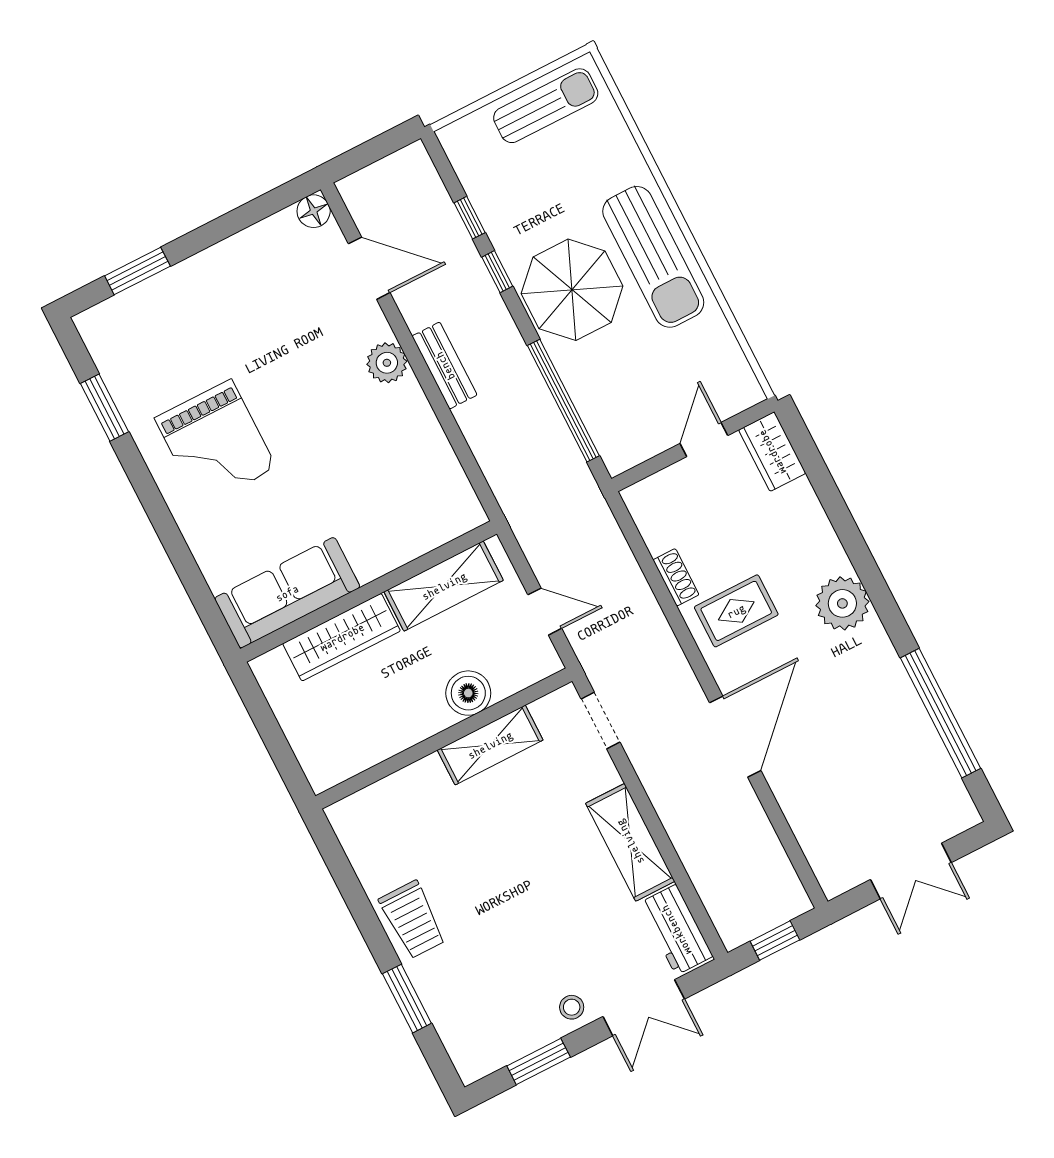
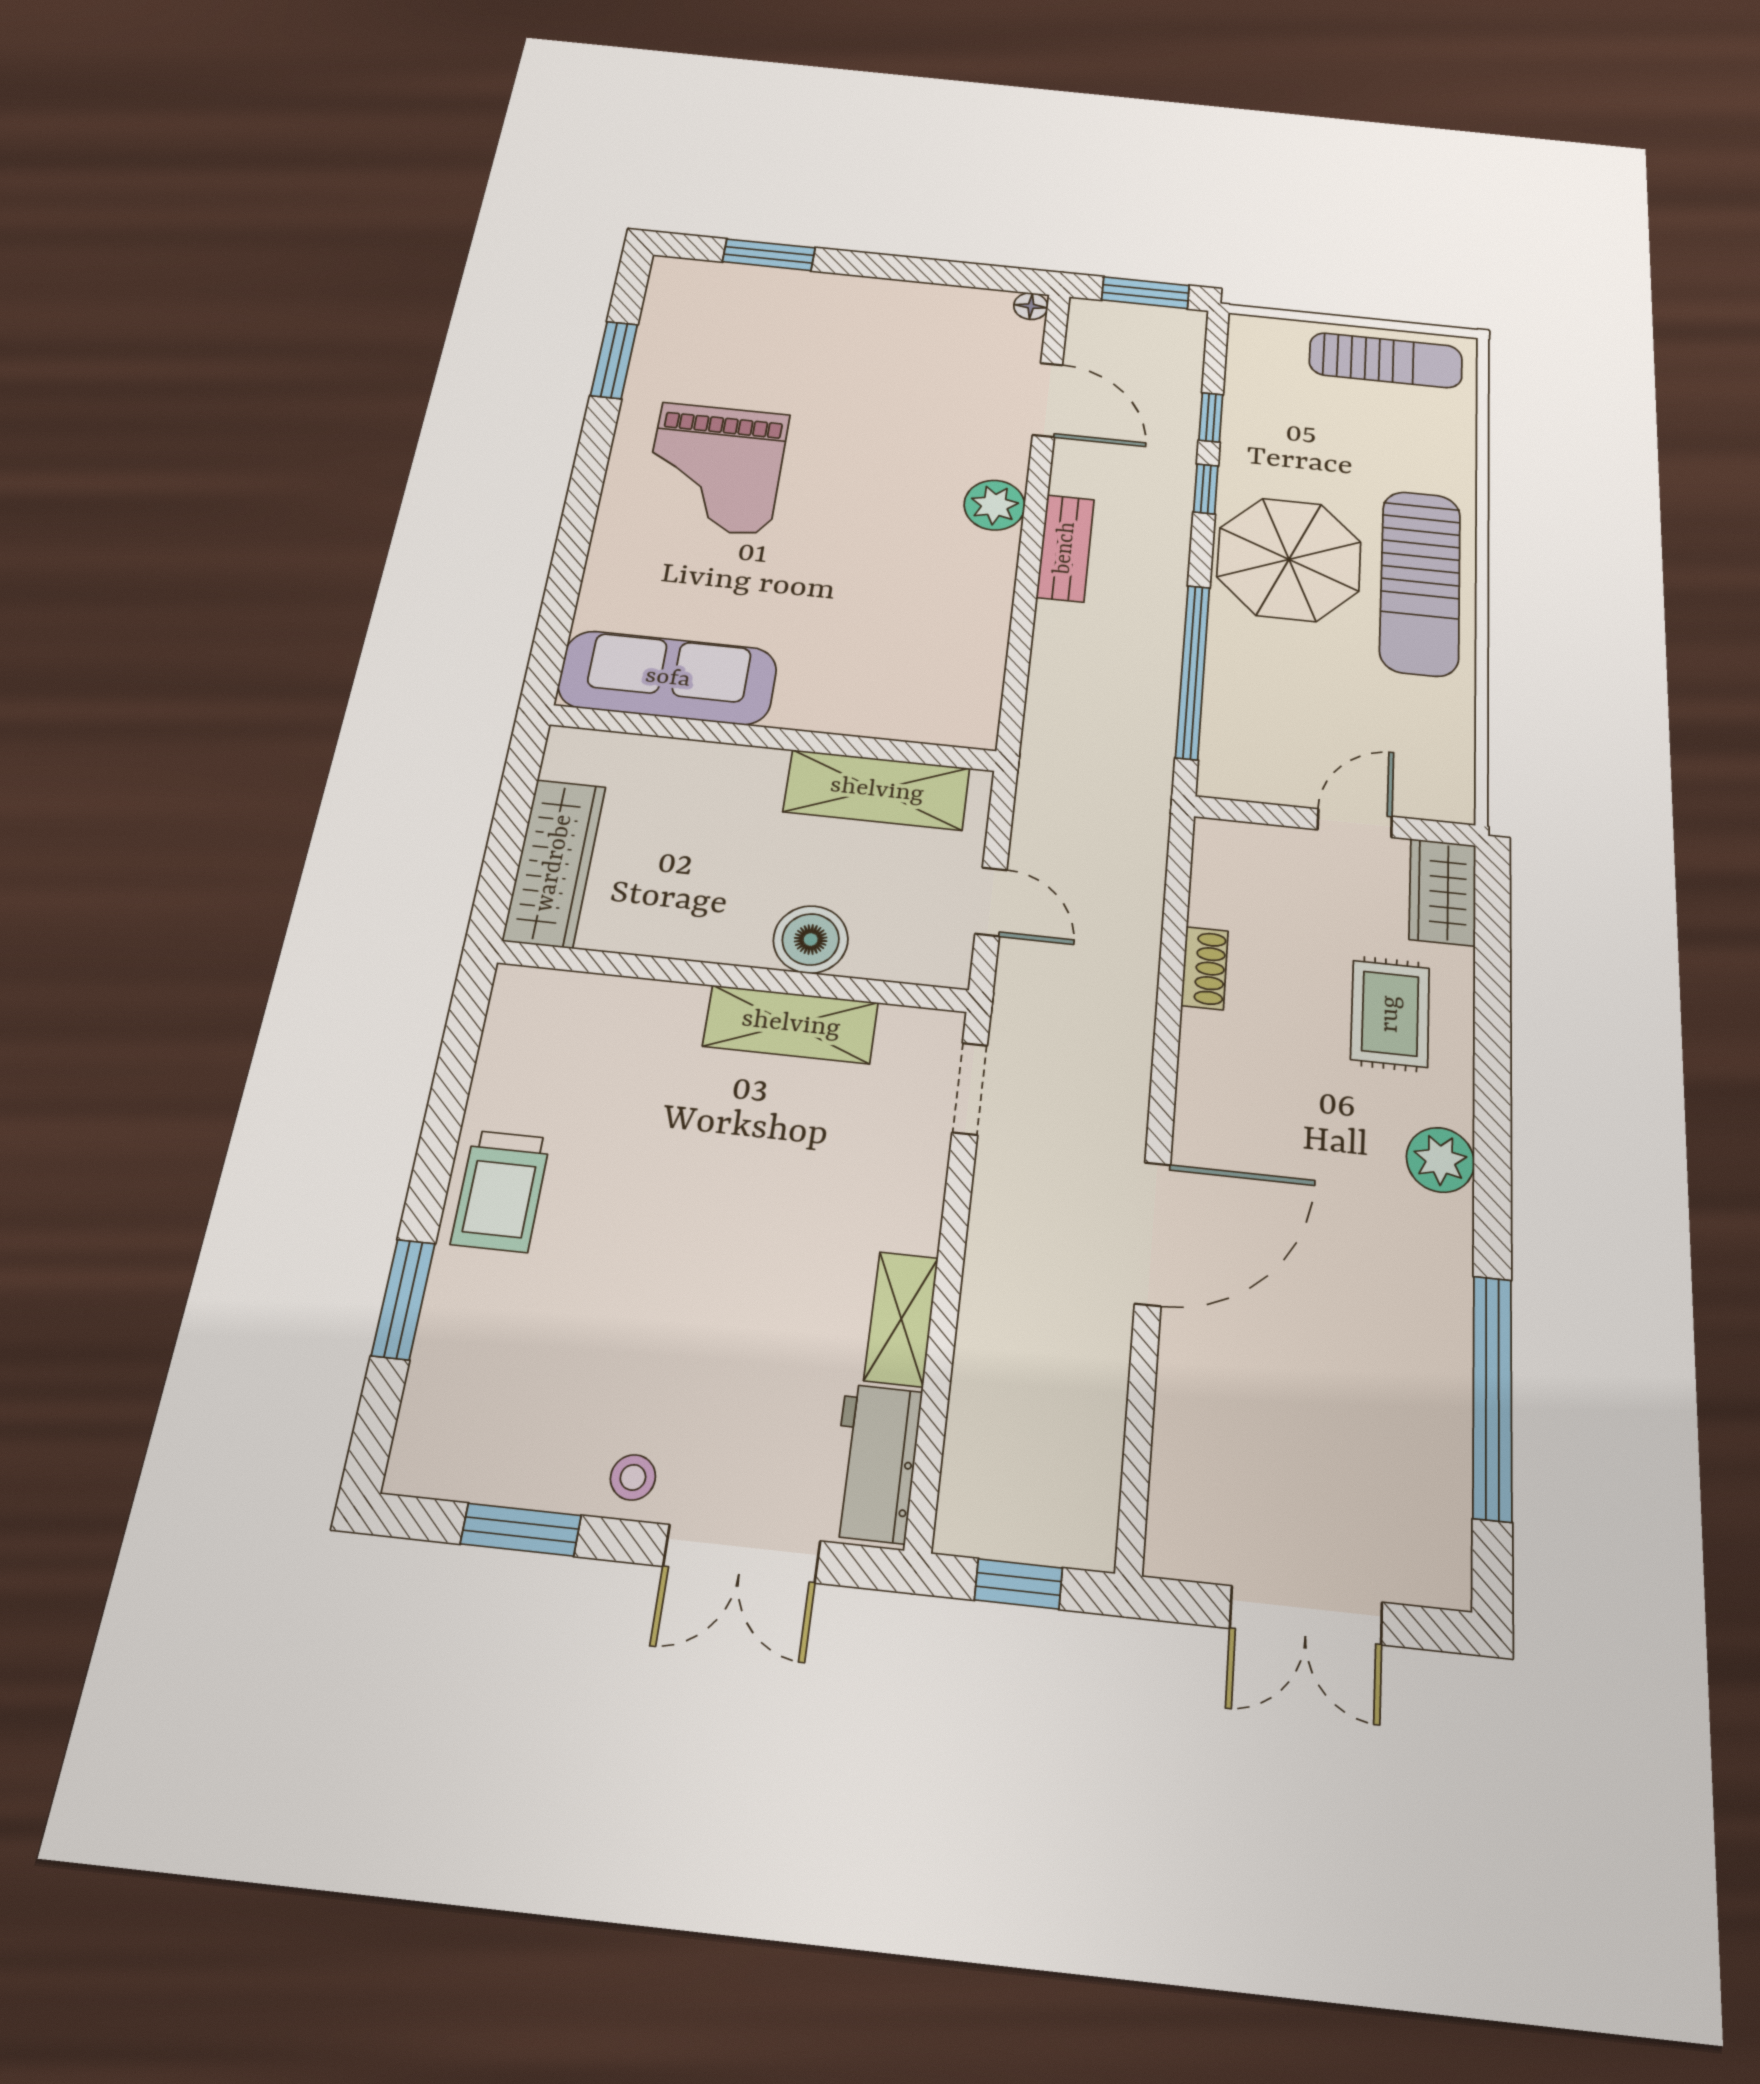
window: (376, 149) -> (1146, 293), added
floor lamp: (314, 211) -> (1031, 306), width x0.73, depth x0.73
plant: (842, 603) -> (1440, 1160), width x0.73, depth x0.73
rug: (736, 611) -> (1390, 1014), moved, turned 90
wardrobe: (342, 637) -> (554, 863), moved, turned -90
shelving: (630, 842) -> (901, 1319), width x0.67, depth x0.75

